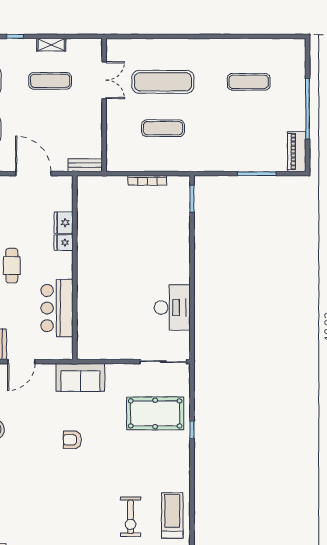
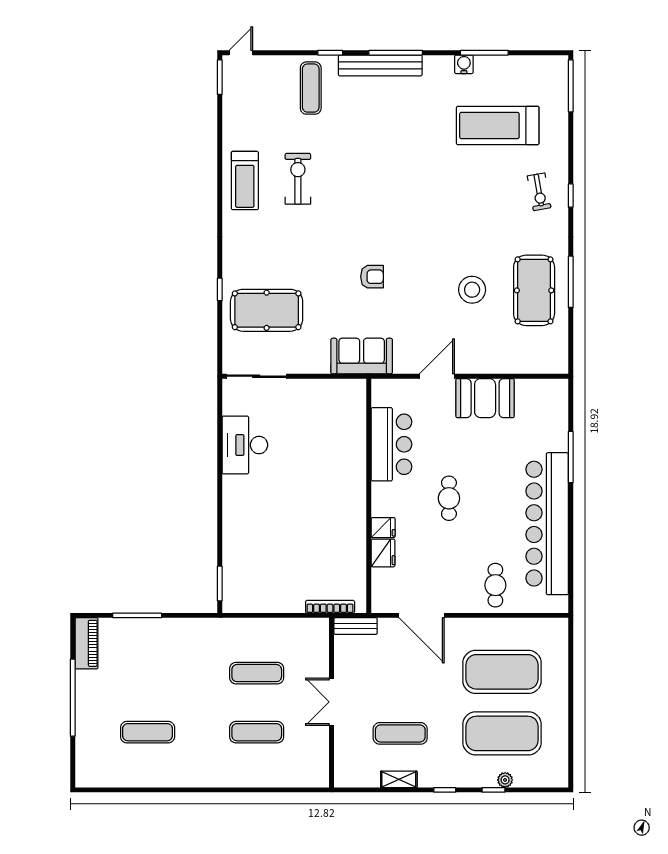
double door: (104, 80) -> (332, 702), moved
exercise mat: (163, 82) -> (257, 732), width x0.73, depth x0.69
bookcase: (147, 180) -> (330, 607), moved

